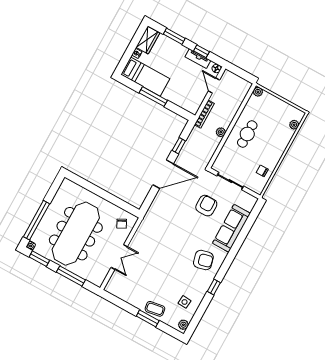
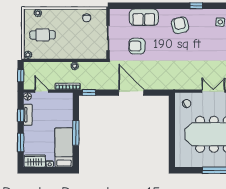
window: (241, 73) -> (21, 76), added
door: (214, 85) -> (42, 91), swing flipped
cafe table: (247, 134) -> (43, 35), moved
window: (179, 146) -> (89, 93), moved
sofa: (231, 228) -> (144, 17), width x0.73

